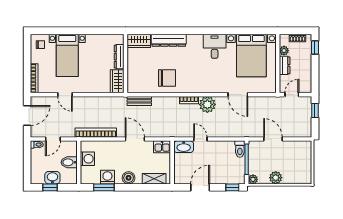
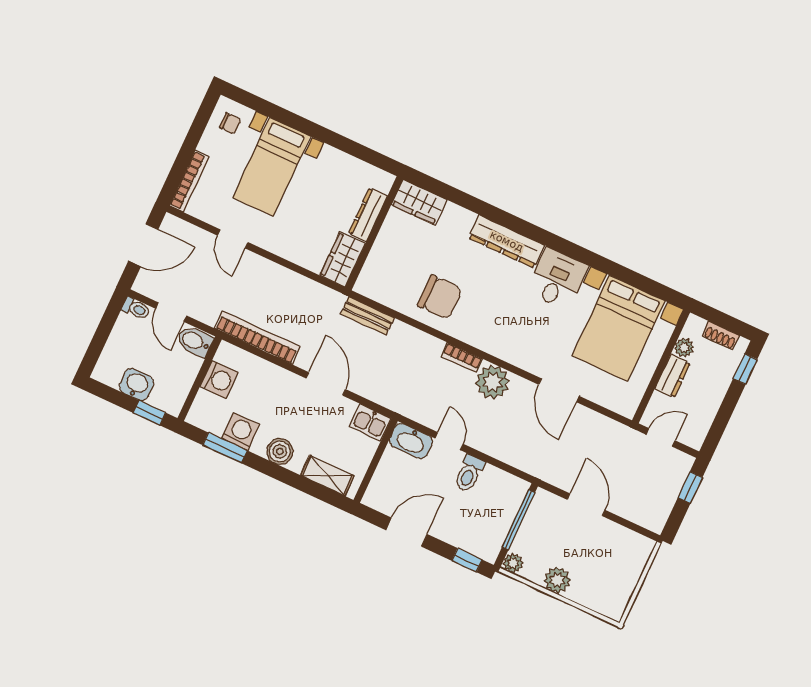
dresser: (169, 40) -> (507, 241), moved
door: (53, 139) -> (171, 312), hinge flipped
toilet: (240, 149) -> (469, 473), moved
bidet: (69, 162) -> (195, 341), moved
window: (50, 187) -> (149, 413), moved

